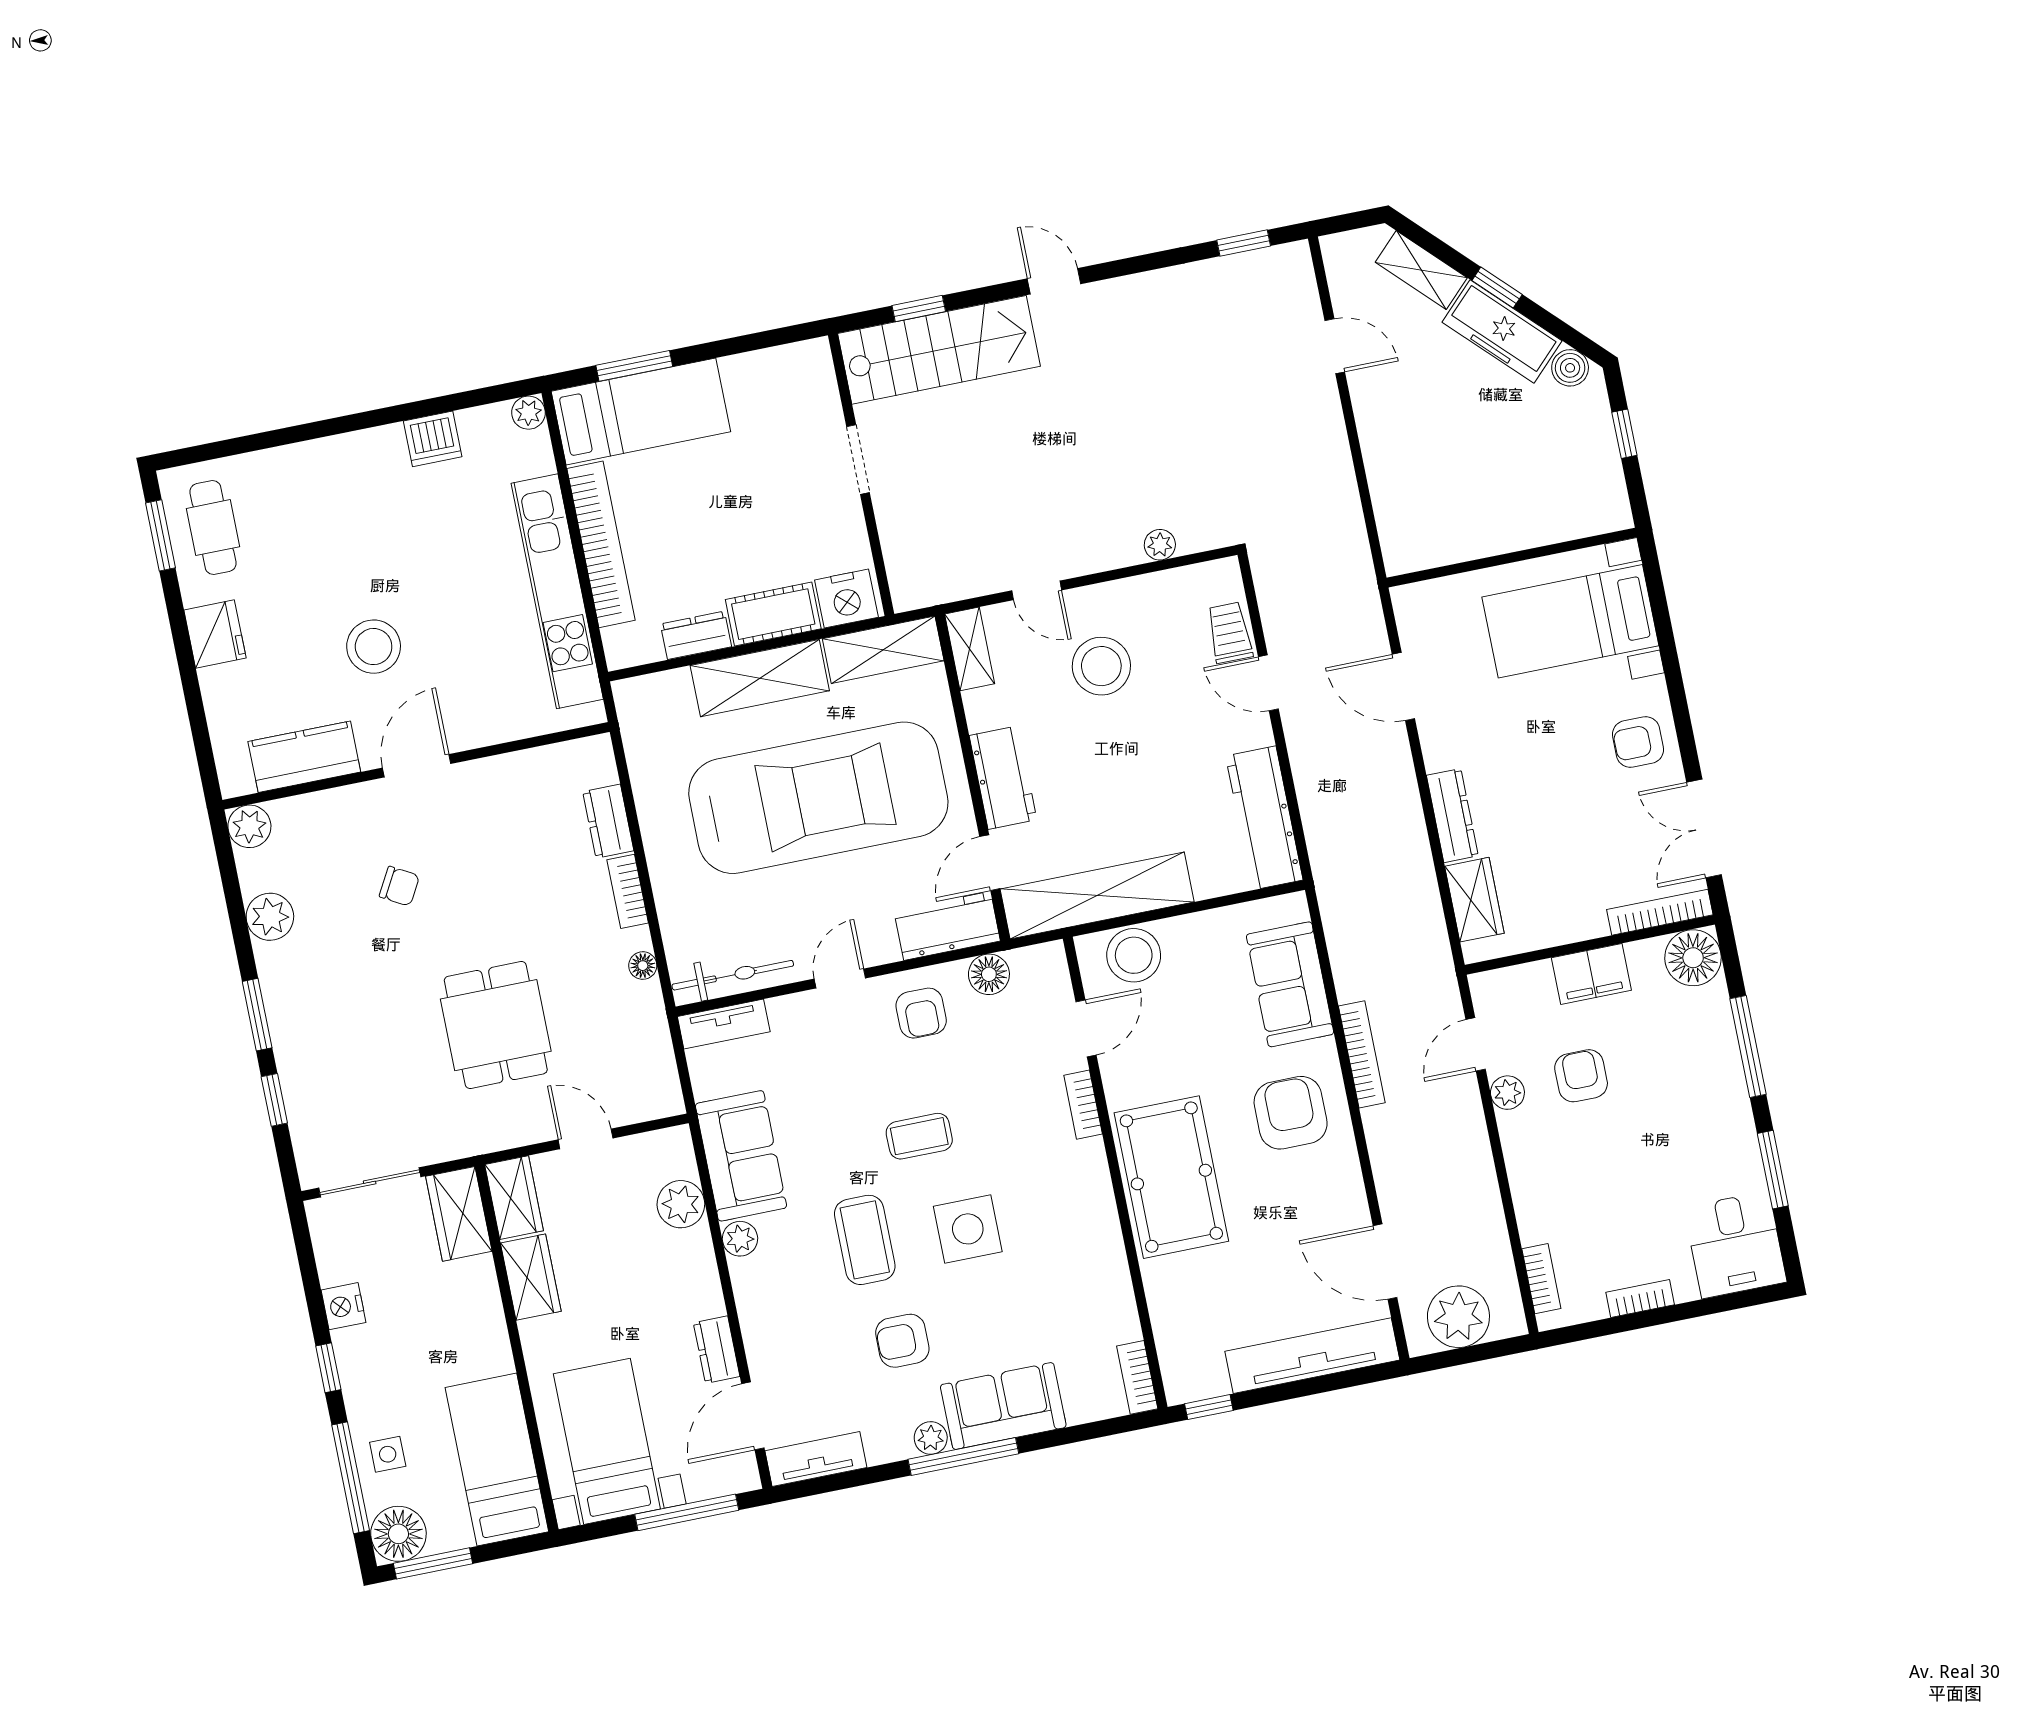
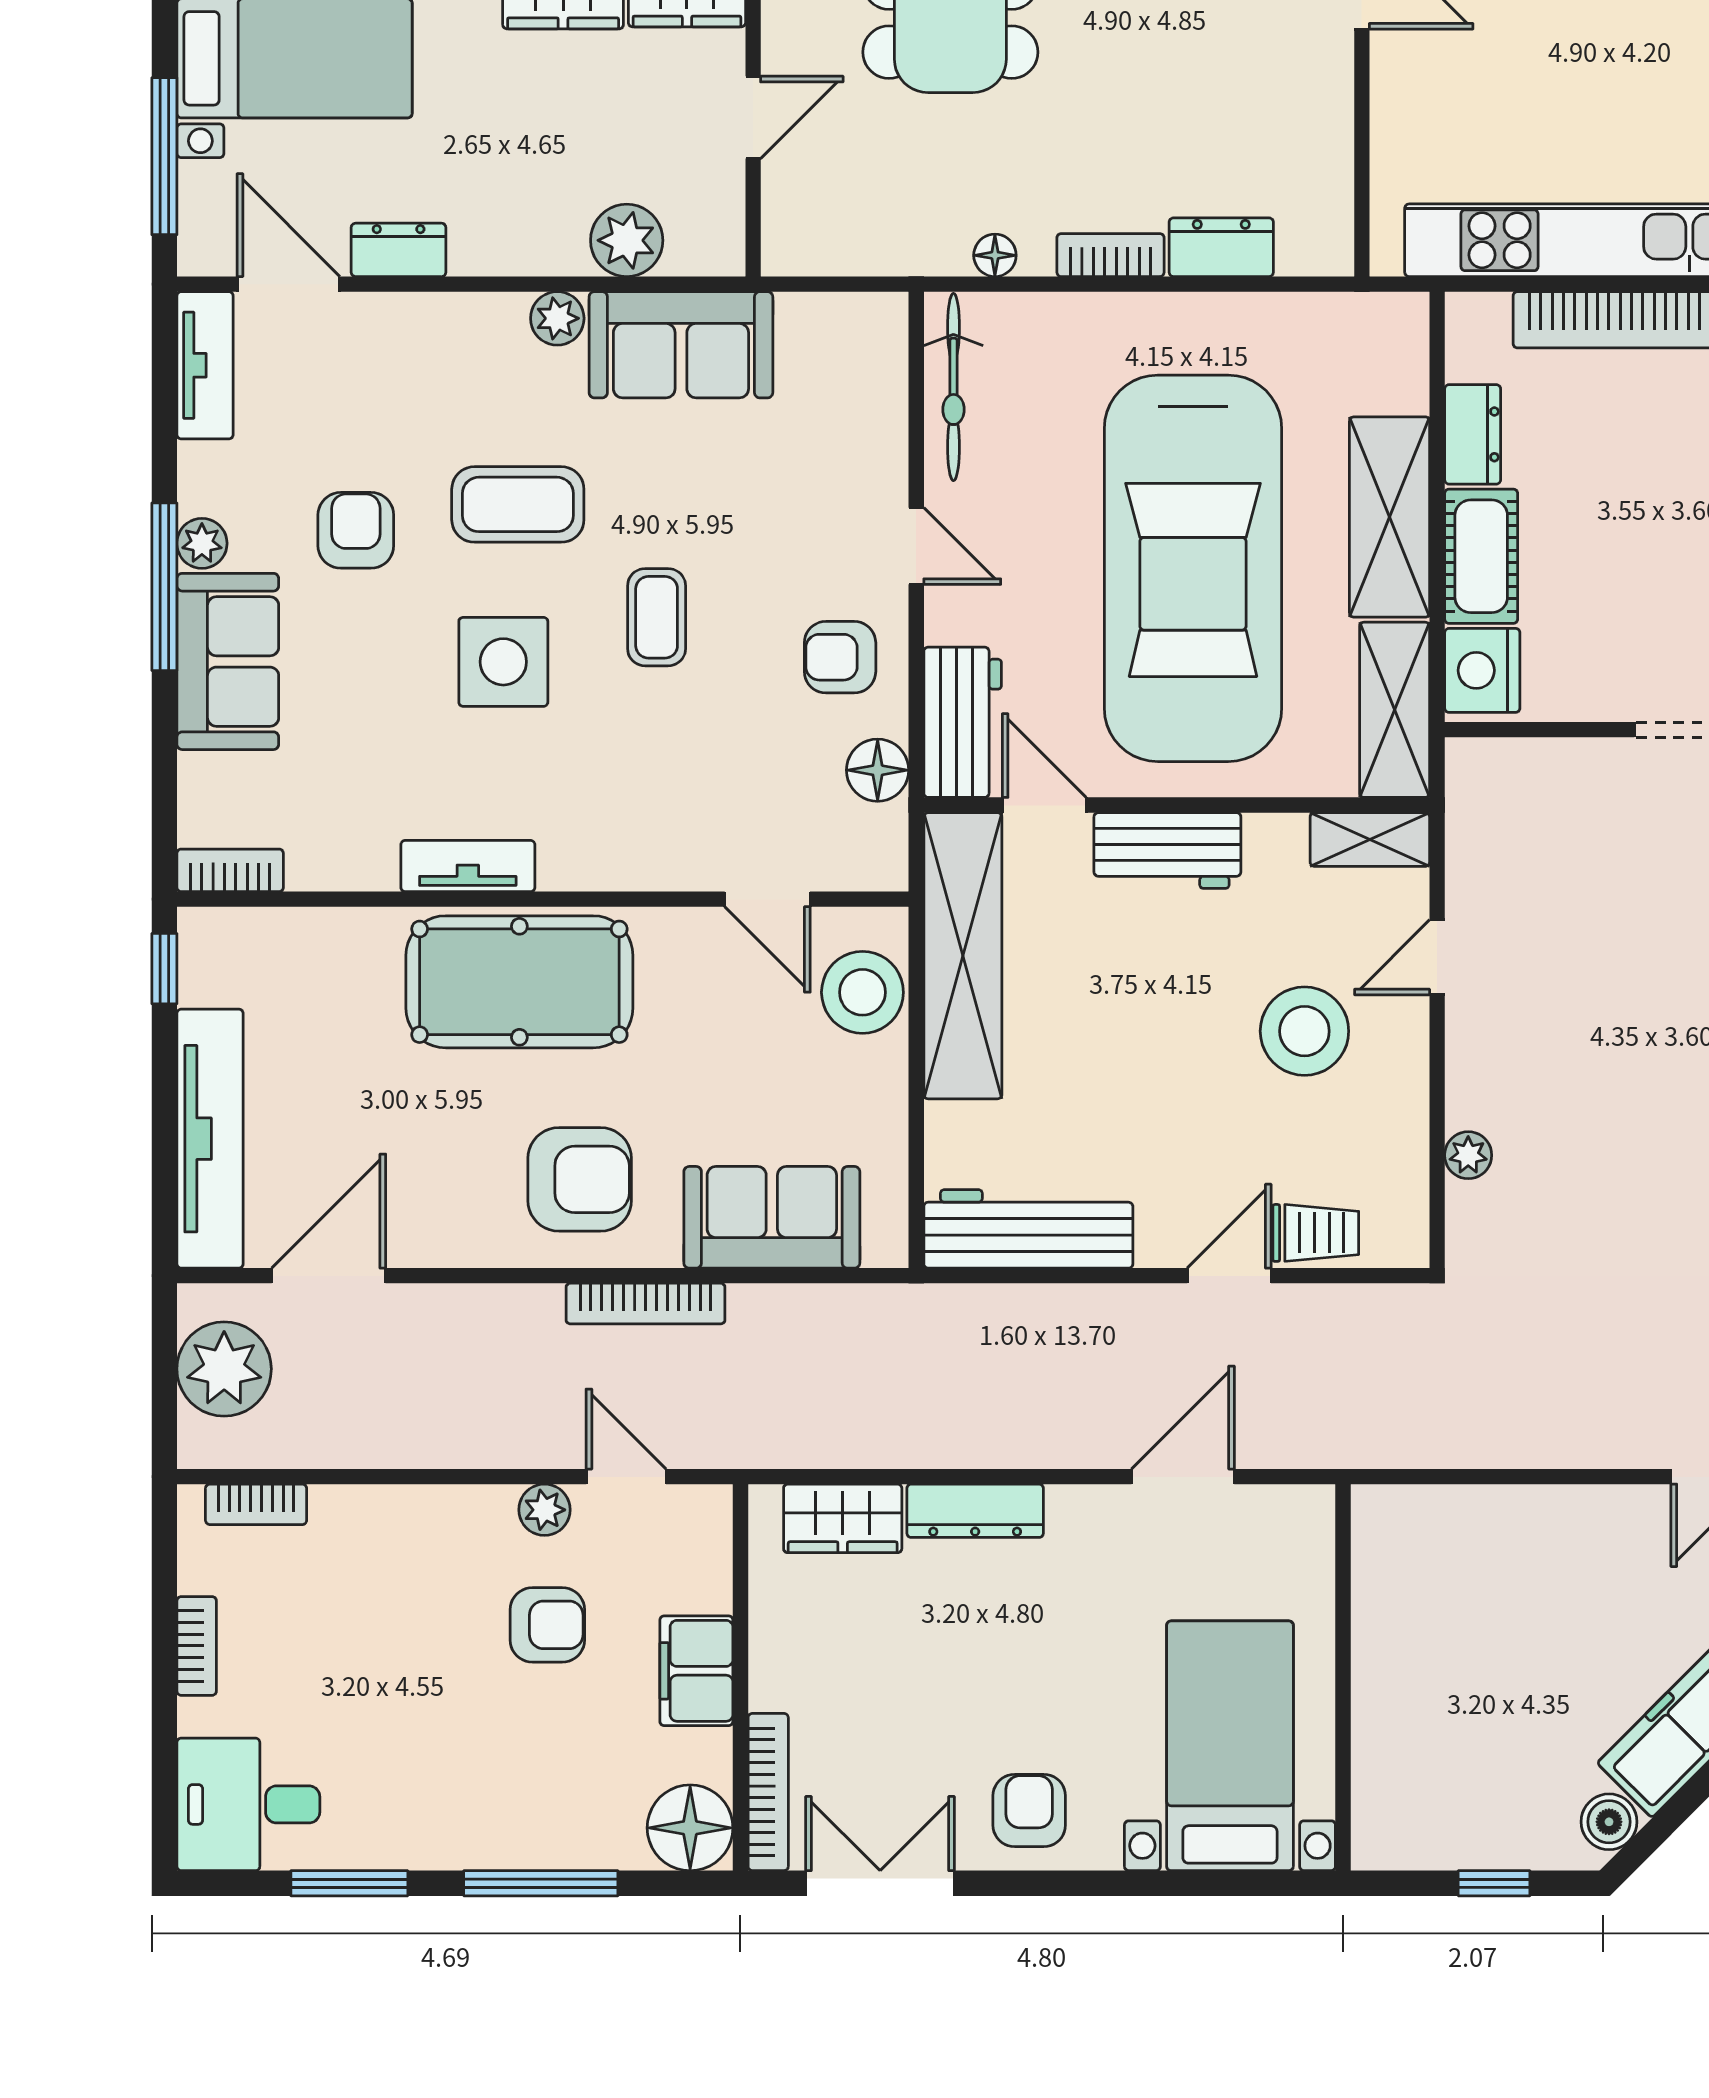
tv unit: (724, 1024) -> (468, 866), moved, turned 90
bookcase: (1083, 1105) -> (654, 872), removed

